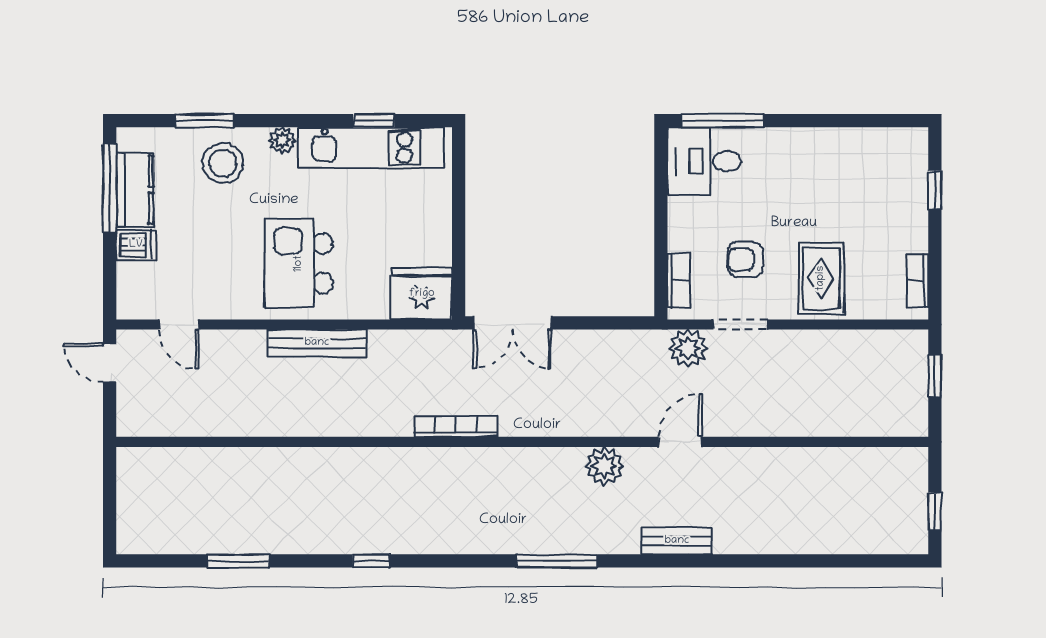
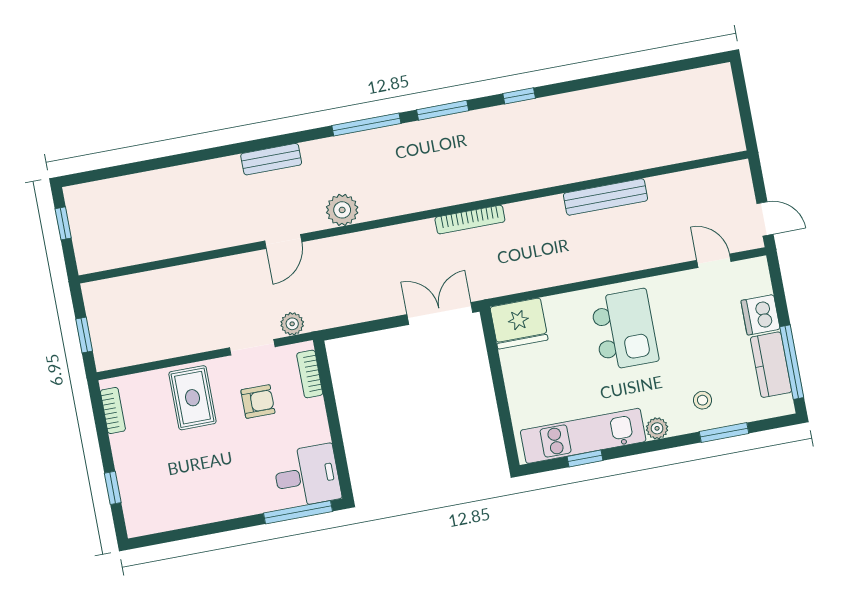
stool: (223, 163) -> (703, 400), width x0.53, depth x0.53
dishwasher: (136, 245) -> (760, 315), width x1.38
bench: (317, 343) -> (606, 197), moved
plant: (688, 348) -> (292, 324), width x0.73, depth x0.73
window: (239, 561) -> (443, 110), moved

